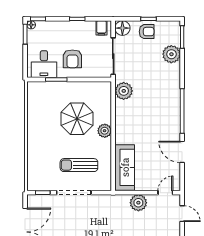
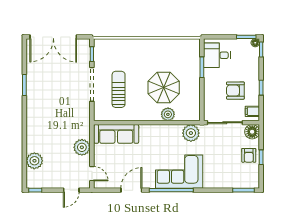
plant: (171, 54) -> (227, 180), removed
armchair: (72, 59) -> (235, 91), moved
corner sofa: (163, 103) -> (179, 172), added
plant: (105, 131) -> (168, 114), moved

